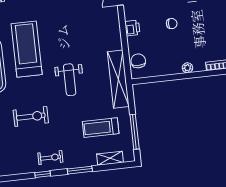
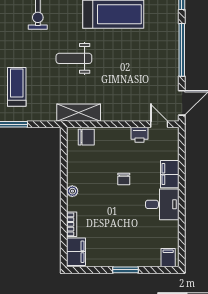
printer: (132, 28) -> (140, 135), moved
shelving: (118, 79) -> (79, 113), width x0.68

